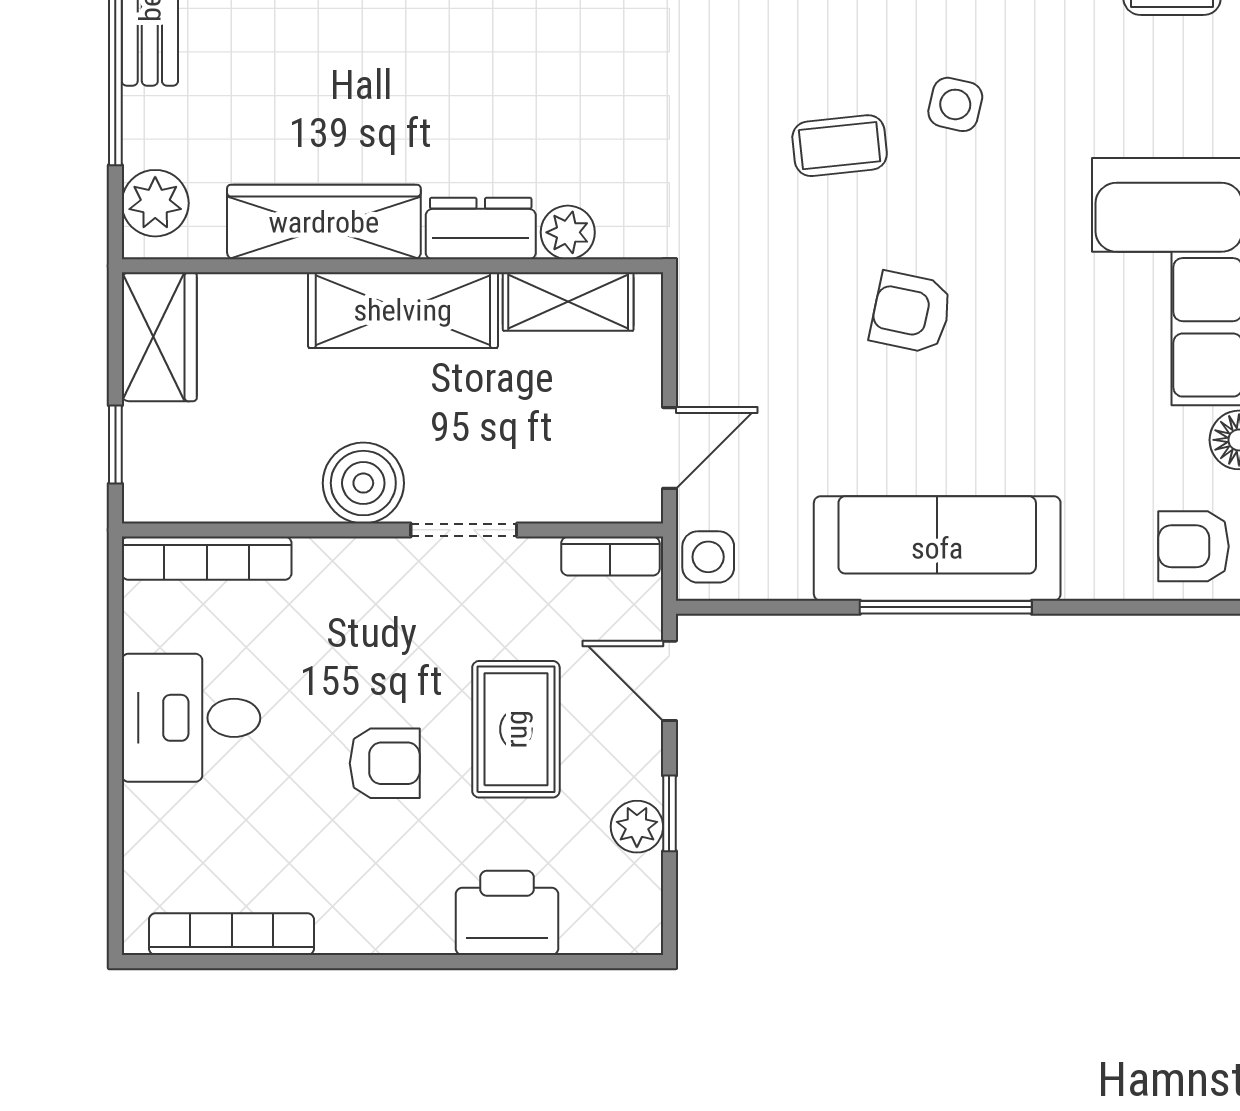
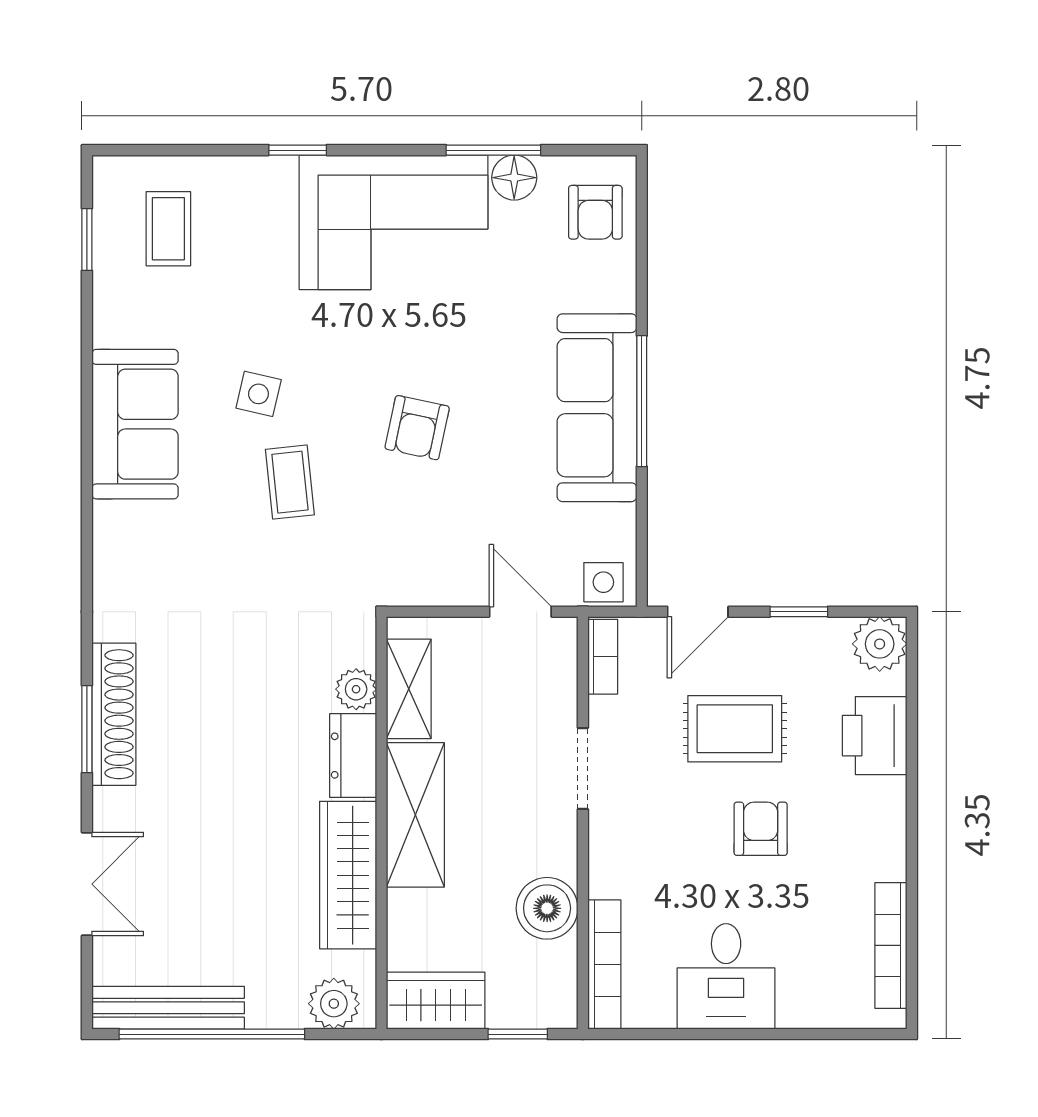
boiler: (363, 483) -> (547, 908), moved
plant: (637, 827) -> (880, 644), moved, width x1.38, depth x1.38

